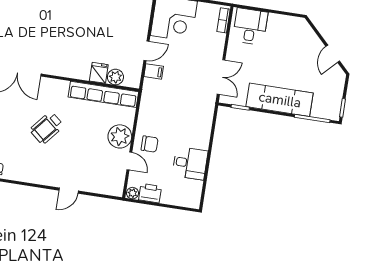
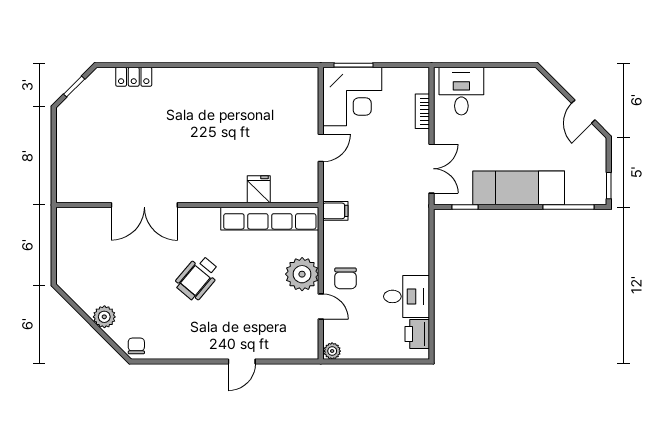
bookcase: (223, 20) -> (422, 111), moved
filing cabinet: (154, 71) -> (335, 211), moved
plant: (115, 77) -> (283, 192), removed
chair: (150, 144) -> (346, 278), turned 90
printer: (150, 193) -> (417, 334), moved, turned -90

